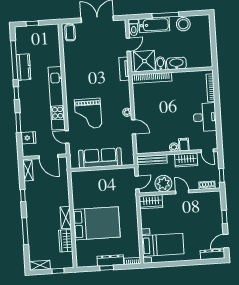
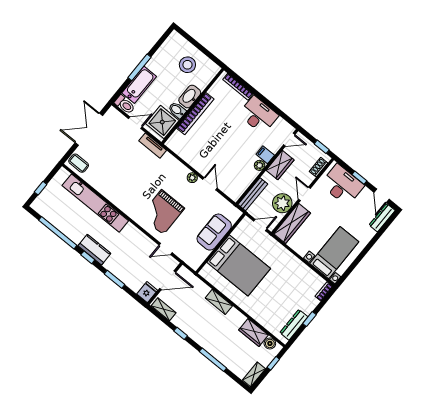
stool: (183, 24) -> (187, 65), moved
door: (128, 45) -> (135, 123), hinge flipped
kitchen counter: (23, 67) -> (94, 250), moved
bookcase: (152, 78) -> (195, 114), moved
kitchen unit: (57, 98) -> (95, 203), moved
grand piano: (88, 114) -> (162, 212), turned 90
door: (134, 127) -> (210, 184), hinge flipped
fridge: (28, 138) -> (147, 292), moved
sofa: (100, 158) -> (214, 232), width x0.73
door: (137, 182) -> (260, 225), hinge flipped
door: (182, 192) -> (304, 194), hinge flipped
wardrobe: (151, 202) -> (292, 223), width x1.50
desk: (210, 210) -> (342, 185), added
shelving: (66, 218) -> (219, 302), moved
bed: (96, 223) -> (239, 265), moved, turned 90
boiler: (68, 257) -> (270, 343), added
dresser: (110, 260) -> (294, 325), moved

